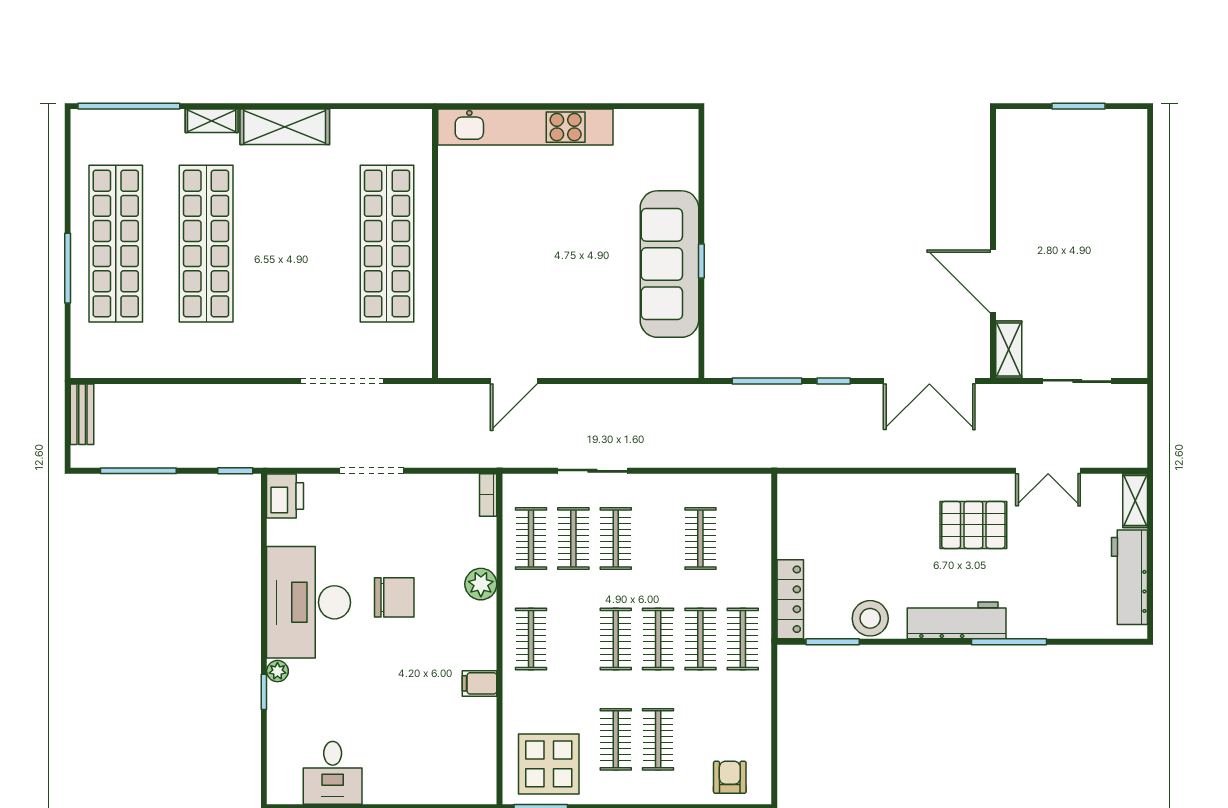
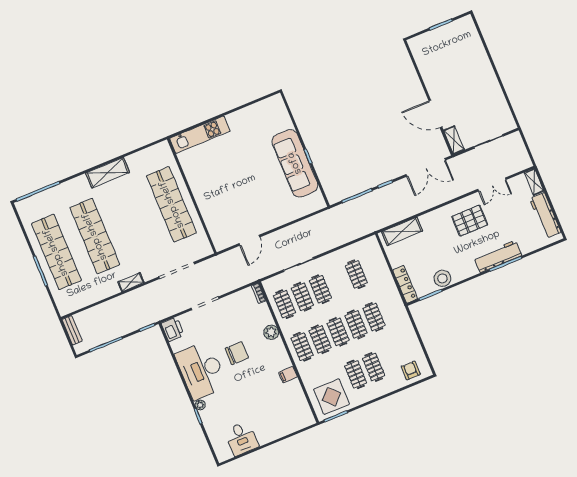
shelving: (212, 121) -> (131, 282), moved
kitchen unit: (525, 127) -> (200, 135), width x0.73
shelving: (828, 490) -> (402, 231), added
workbench: (957, 620) -> (498, 256), moved
clothes rail: (743, 639) -> (320, 339), moved

